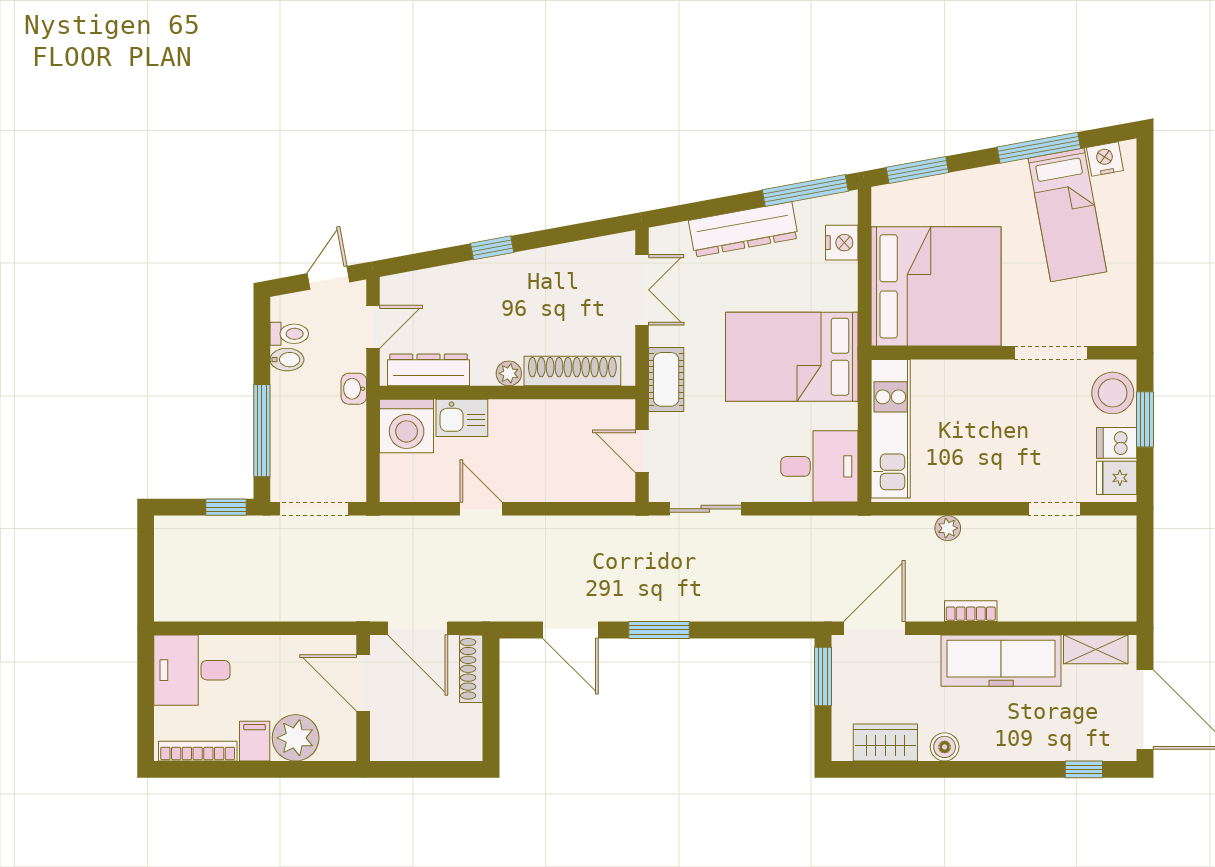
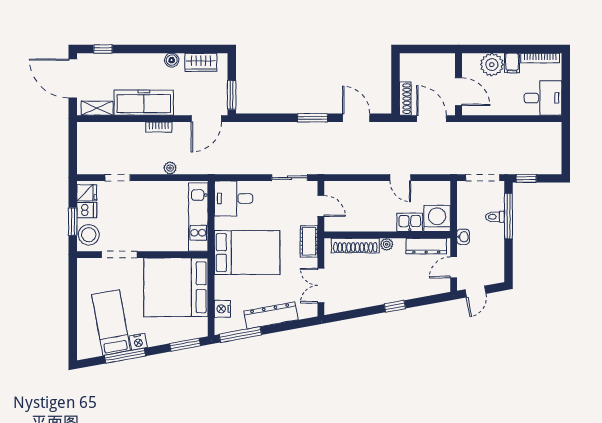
nightstand: (1105, 159) -> (138, 342), moved
toilet: (289, 334) -> (495, 217), moved
bidet: (287, 360) -> (496, 251), removed

